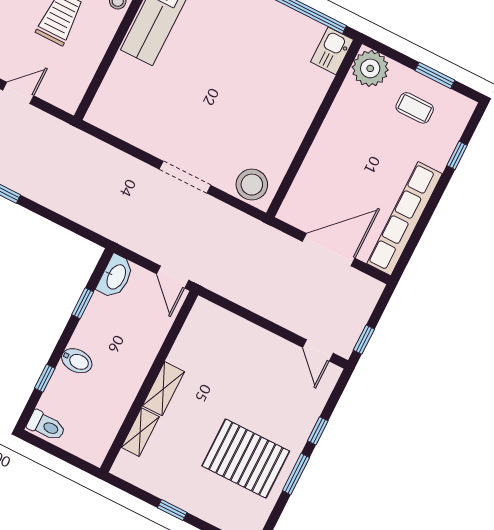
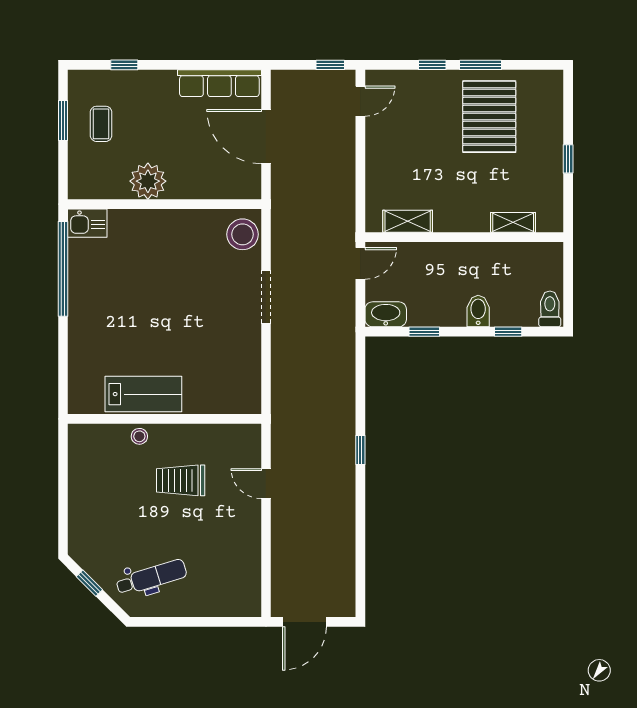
plant: (370, 68) -> (148, 181), moved
row of seats: (405, 219) -> (219, 83), width x0.73
shelving: (163, 389) -> (408, 221), moved

